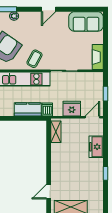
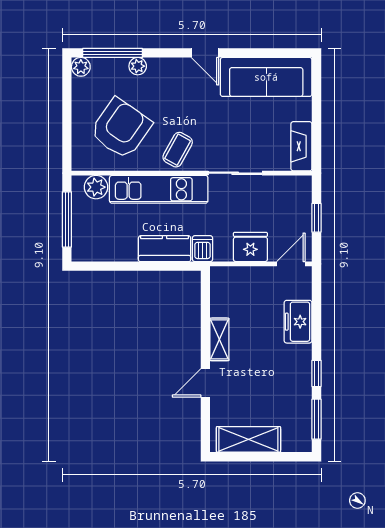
door: (48, 9) -> (205, 53), hinge flipped
sofa: (86, 22) -> (266, 77), width x1.36
shelving: (56, 132) -> (219, 339), moved
door: (49, 192) -> (205, 383), moved
window: (106, 197) -> (316, 419), added

